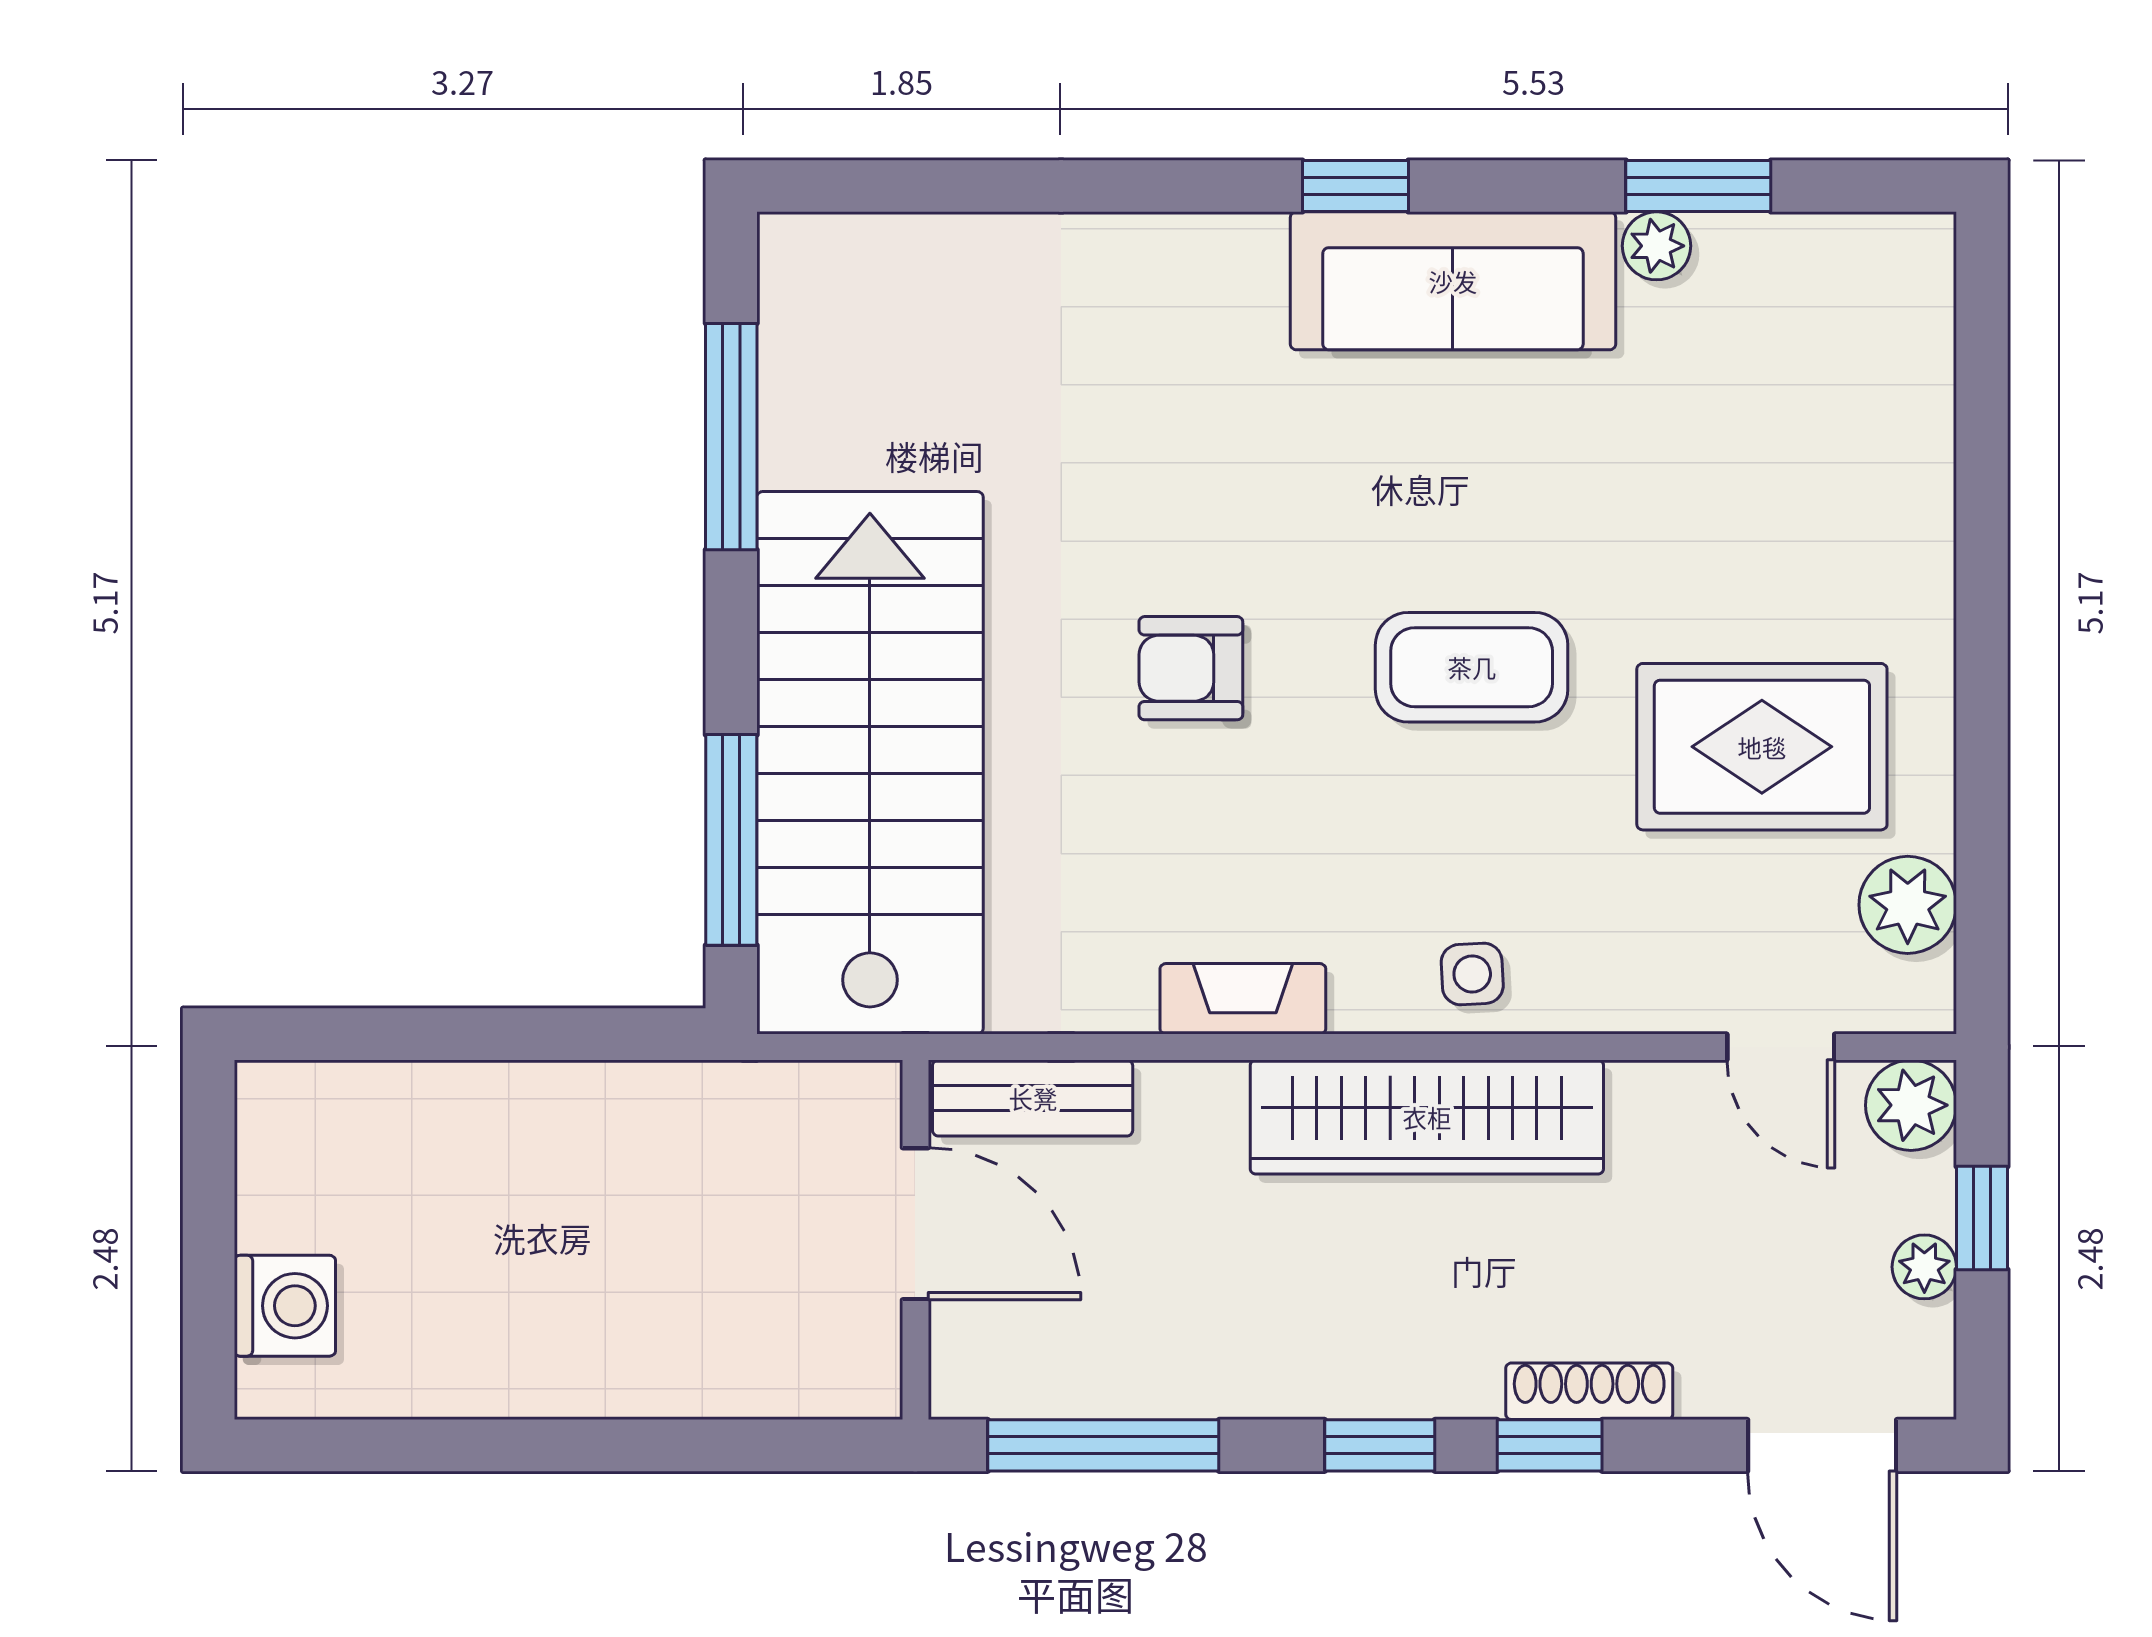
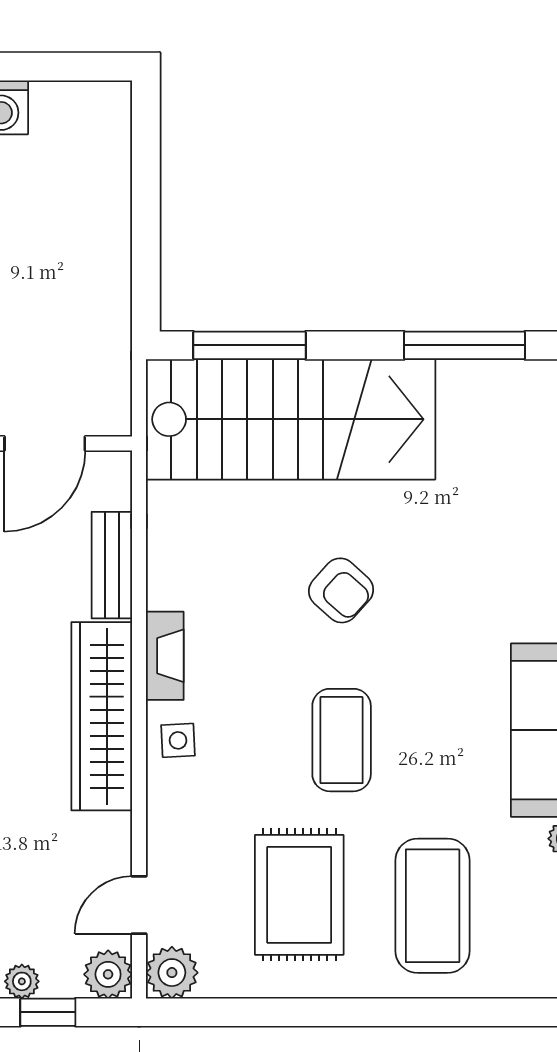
coffee table: (1782, 497) -> (433, 906), added
armchair: (1191, 668) -> (341, 590), turned 132
plant: (1908, 905) -> (172, 973), moved
fireplace: (1243, 999) -> (165, 656), moved
bench: (1033, 1098) -> (112, 565), moved

